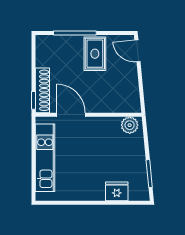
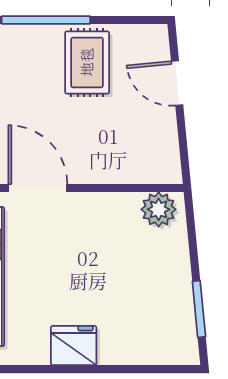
door: (137, 51) -> (177, 83), moved
fridge: (117, 191) -> (74, 346), moved

